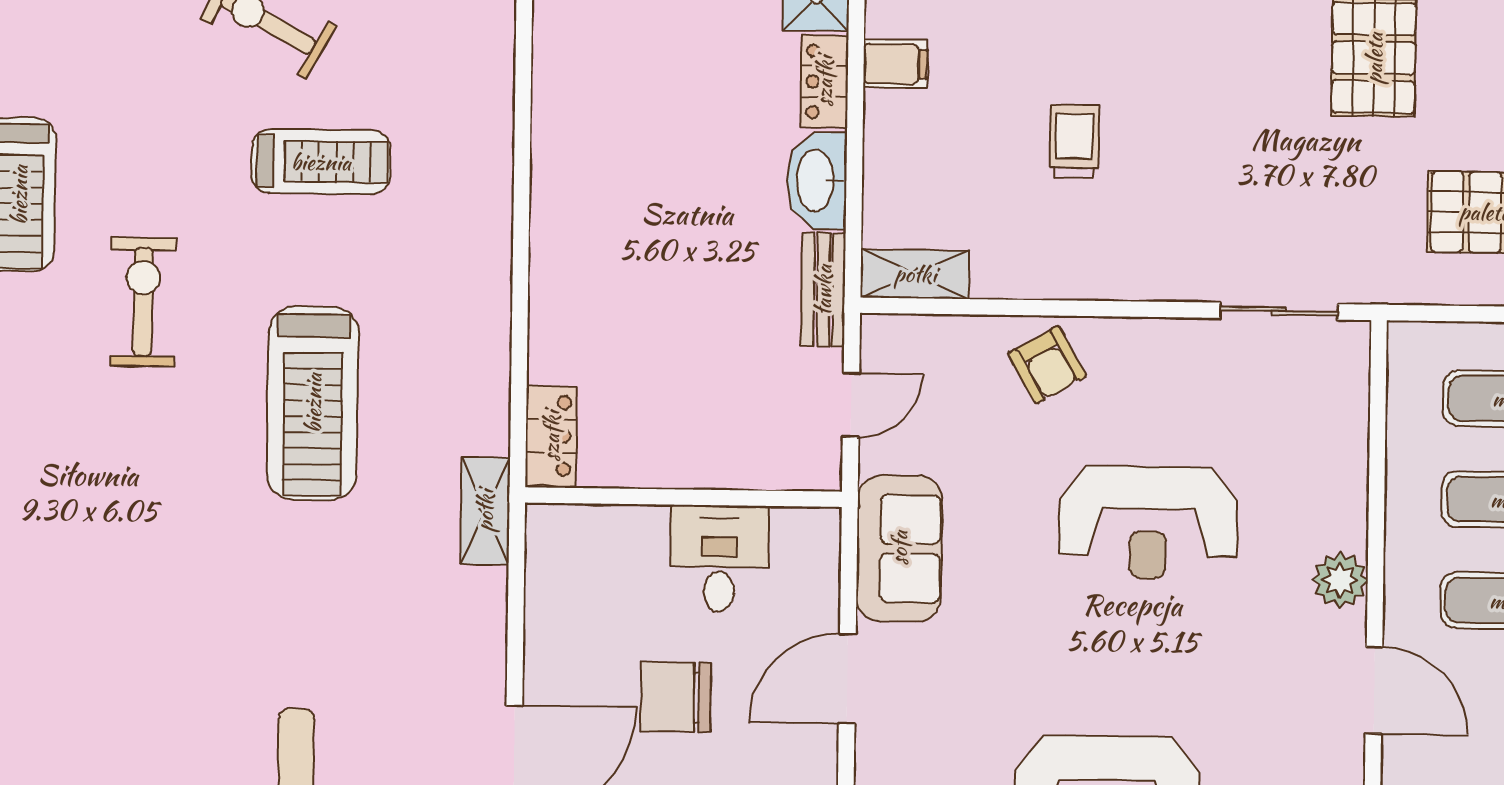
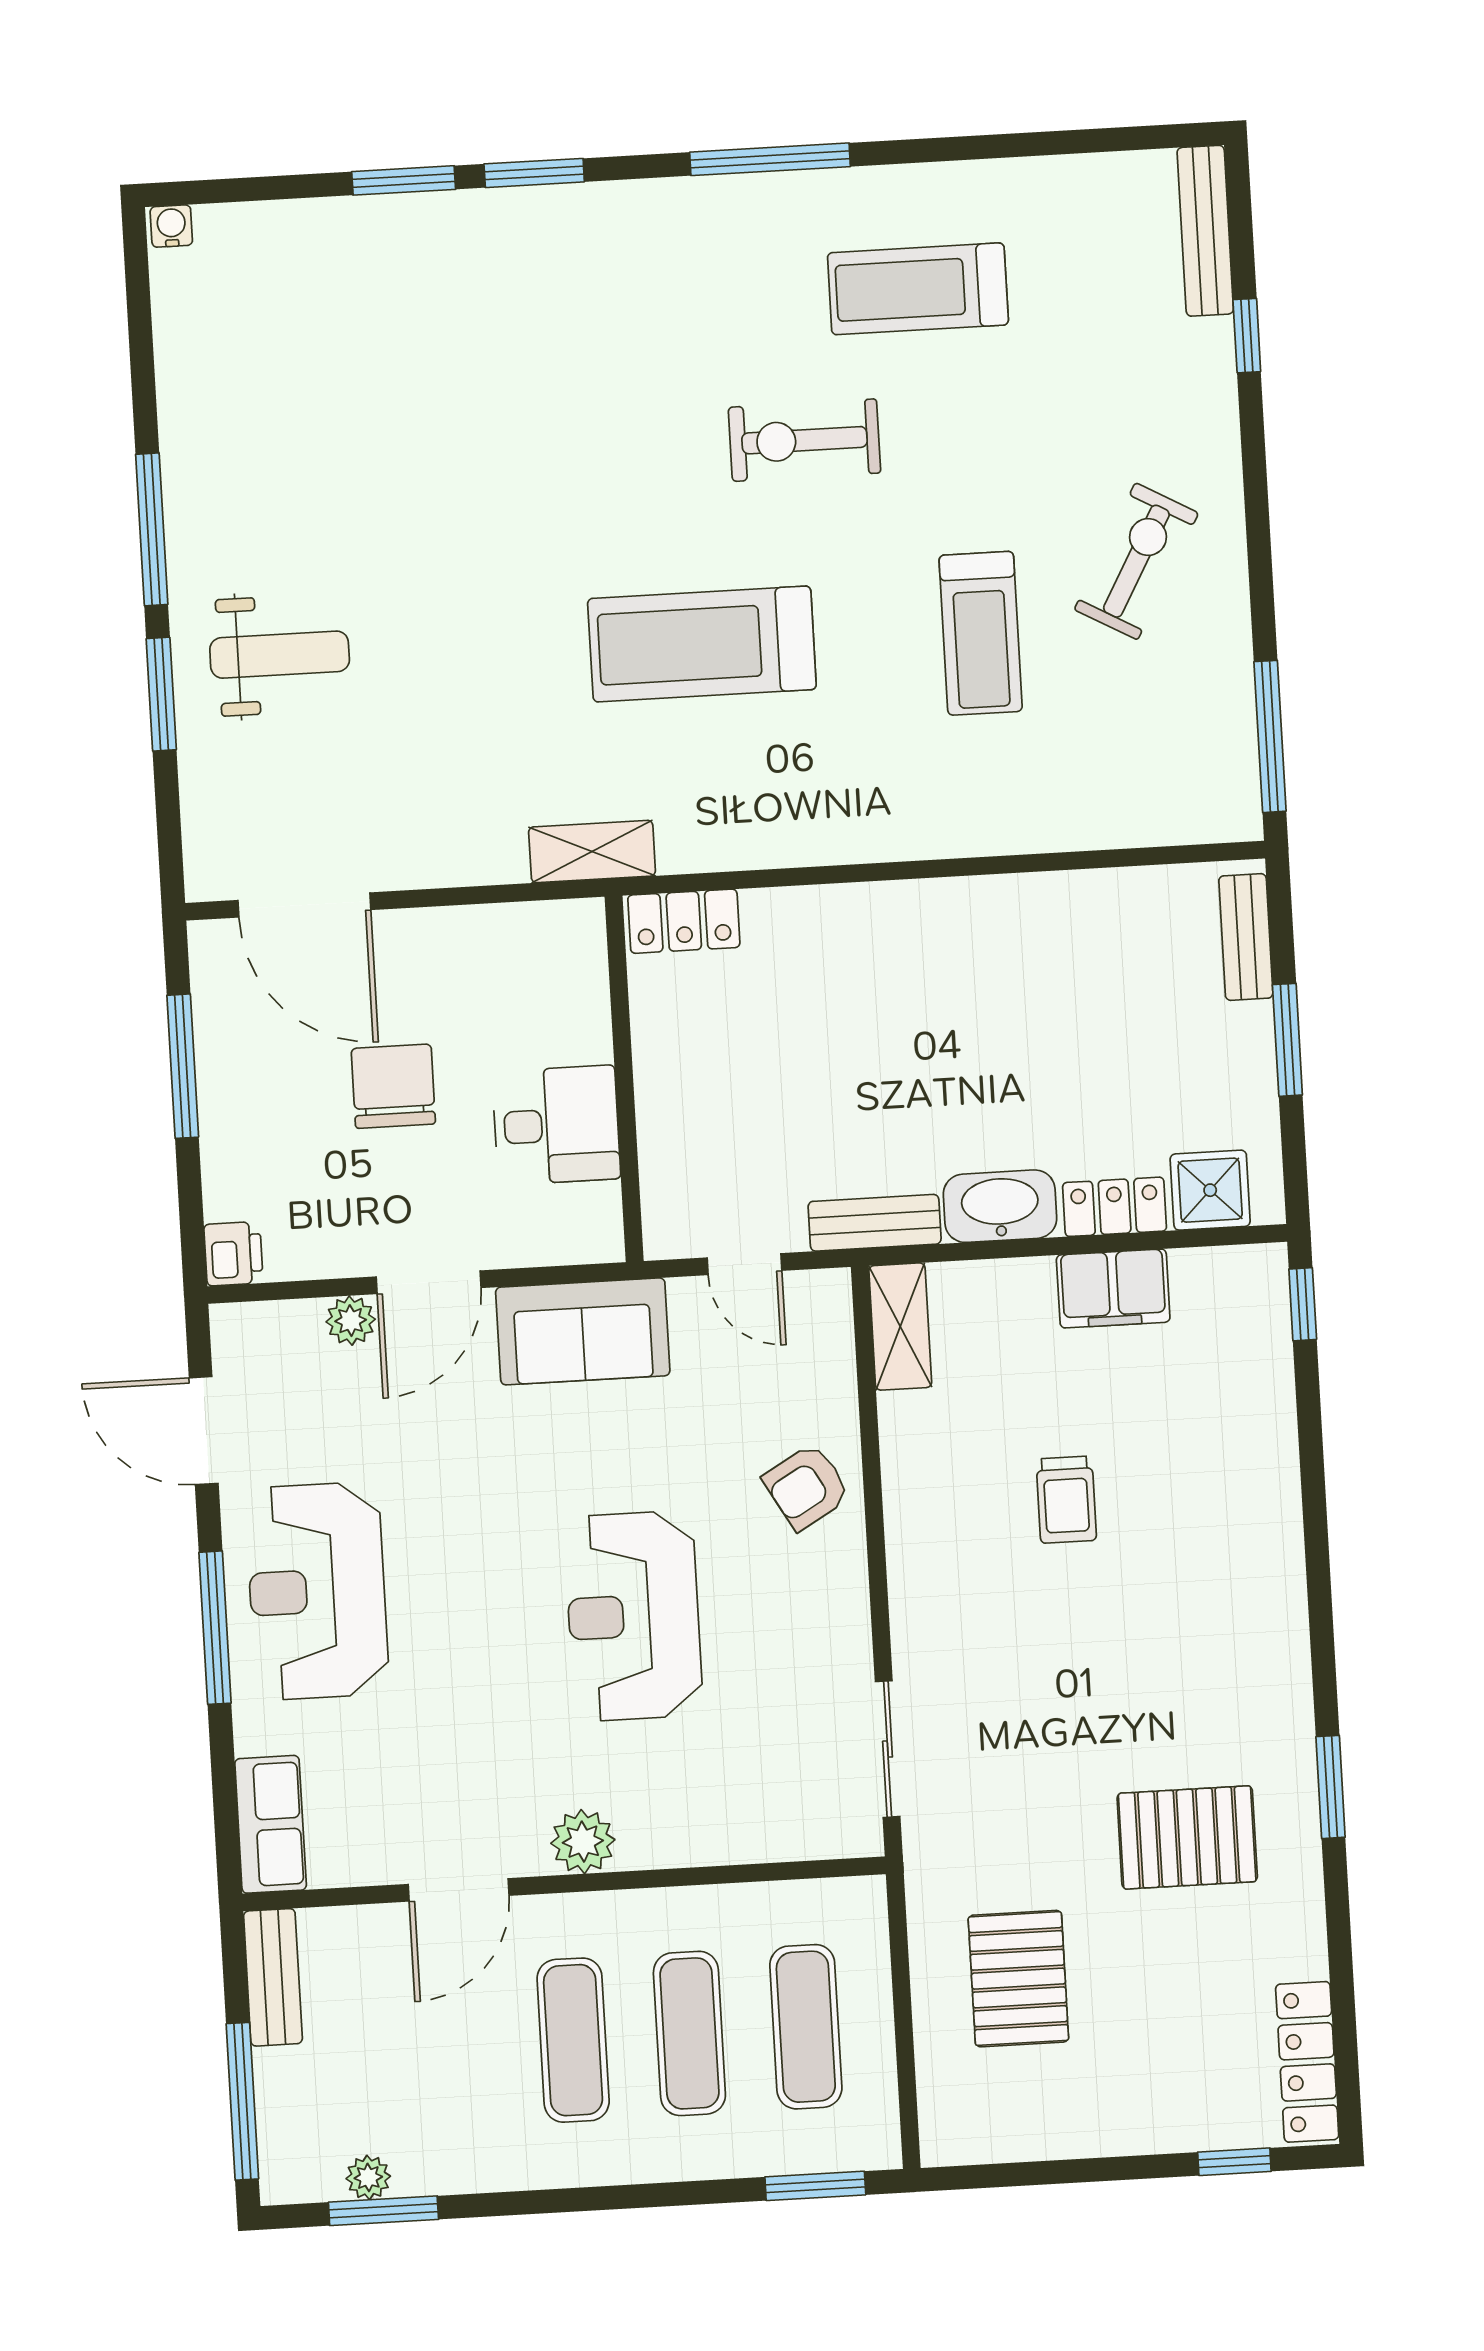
filing cabinet: (895, 64) -> (1113, 1289), width x2.00
trolley: (1074, 141) -> (1066, 1500), turned 90
exercise bike: (143, 302) -> (804, 440), turned 180
door: (847, 679) -> (429, 1282), swing flipped
plant: (875, 748) -> (351, 1321), added

